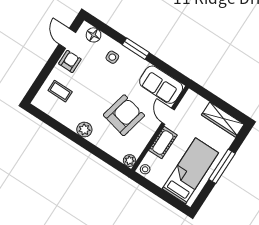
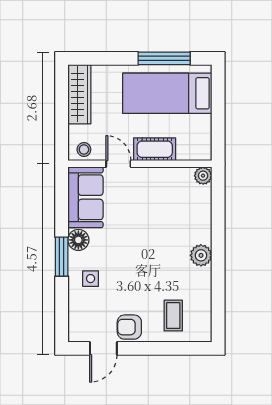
floor lamp: (94, 35) -> (78, 240), moved
armchair: (124, 115) -> (152, 218), removed
door: (168, 116) -> (118, 164), swing flipped
window: (222, 166) -> (164, 58), moved
stool: (145, 169) -> (84, 149), moved

